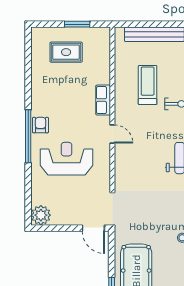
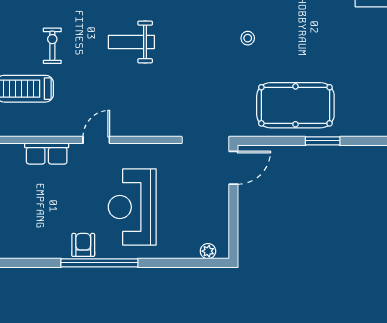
armchair: (40, 125) -> (83, 245), turned 90
plant: (41, 215) -> (208, 251), width x0.53, depth x0.53

